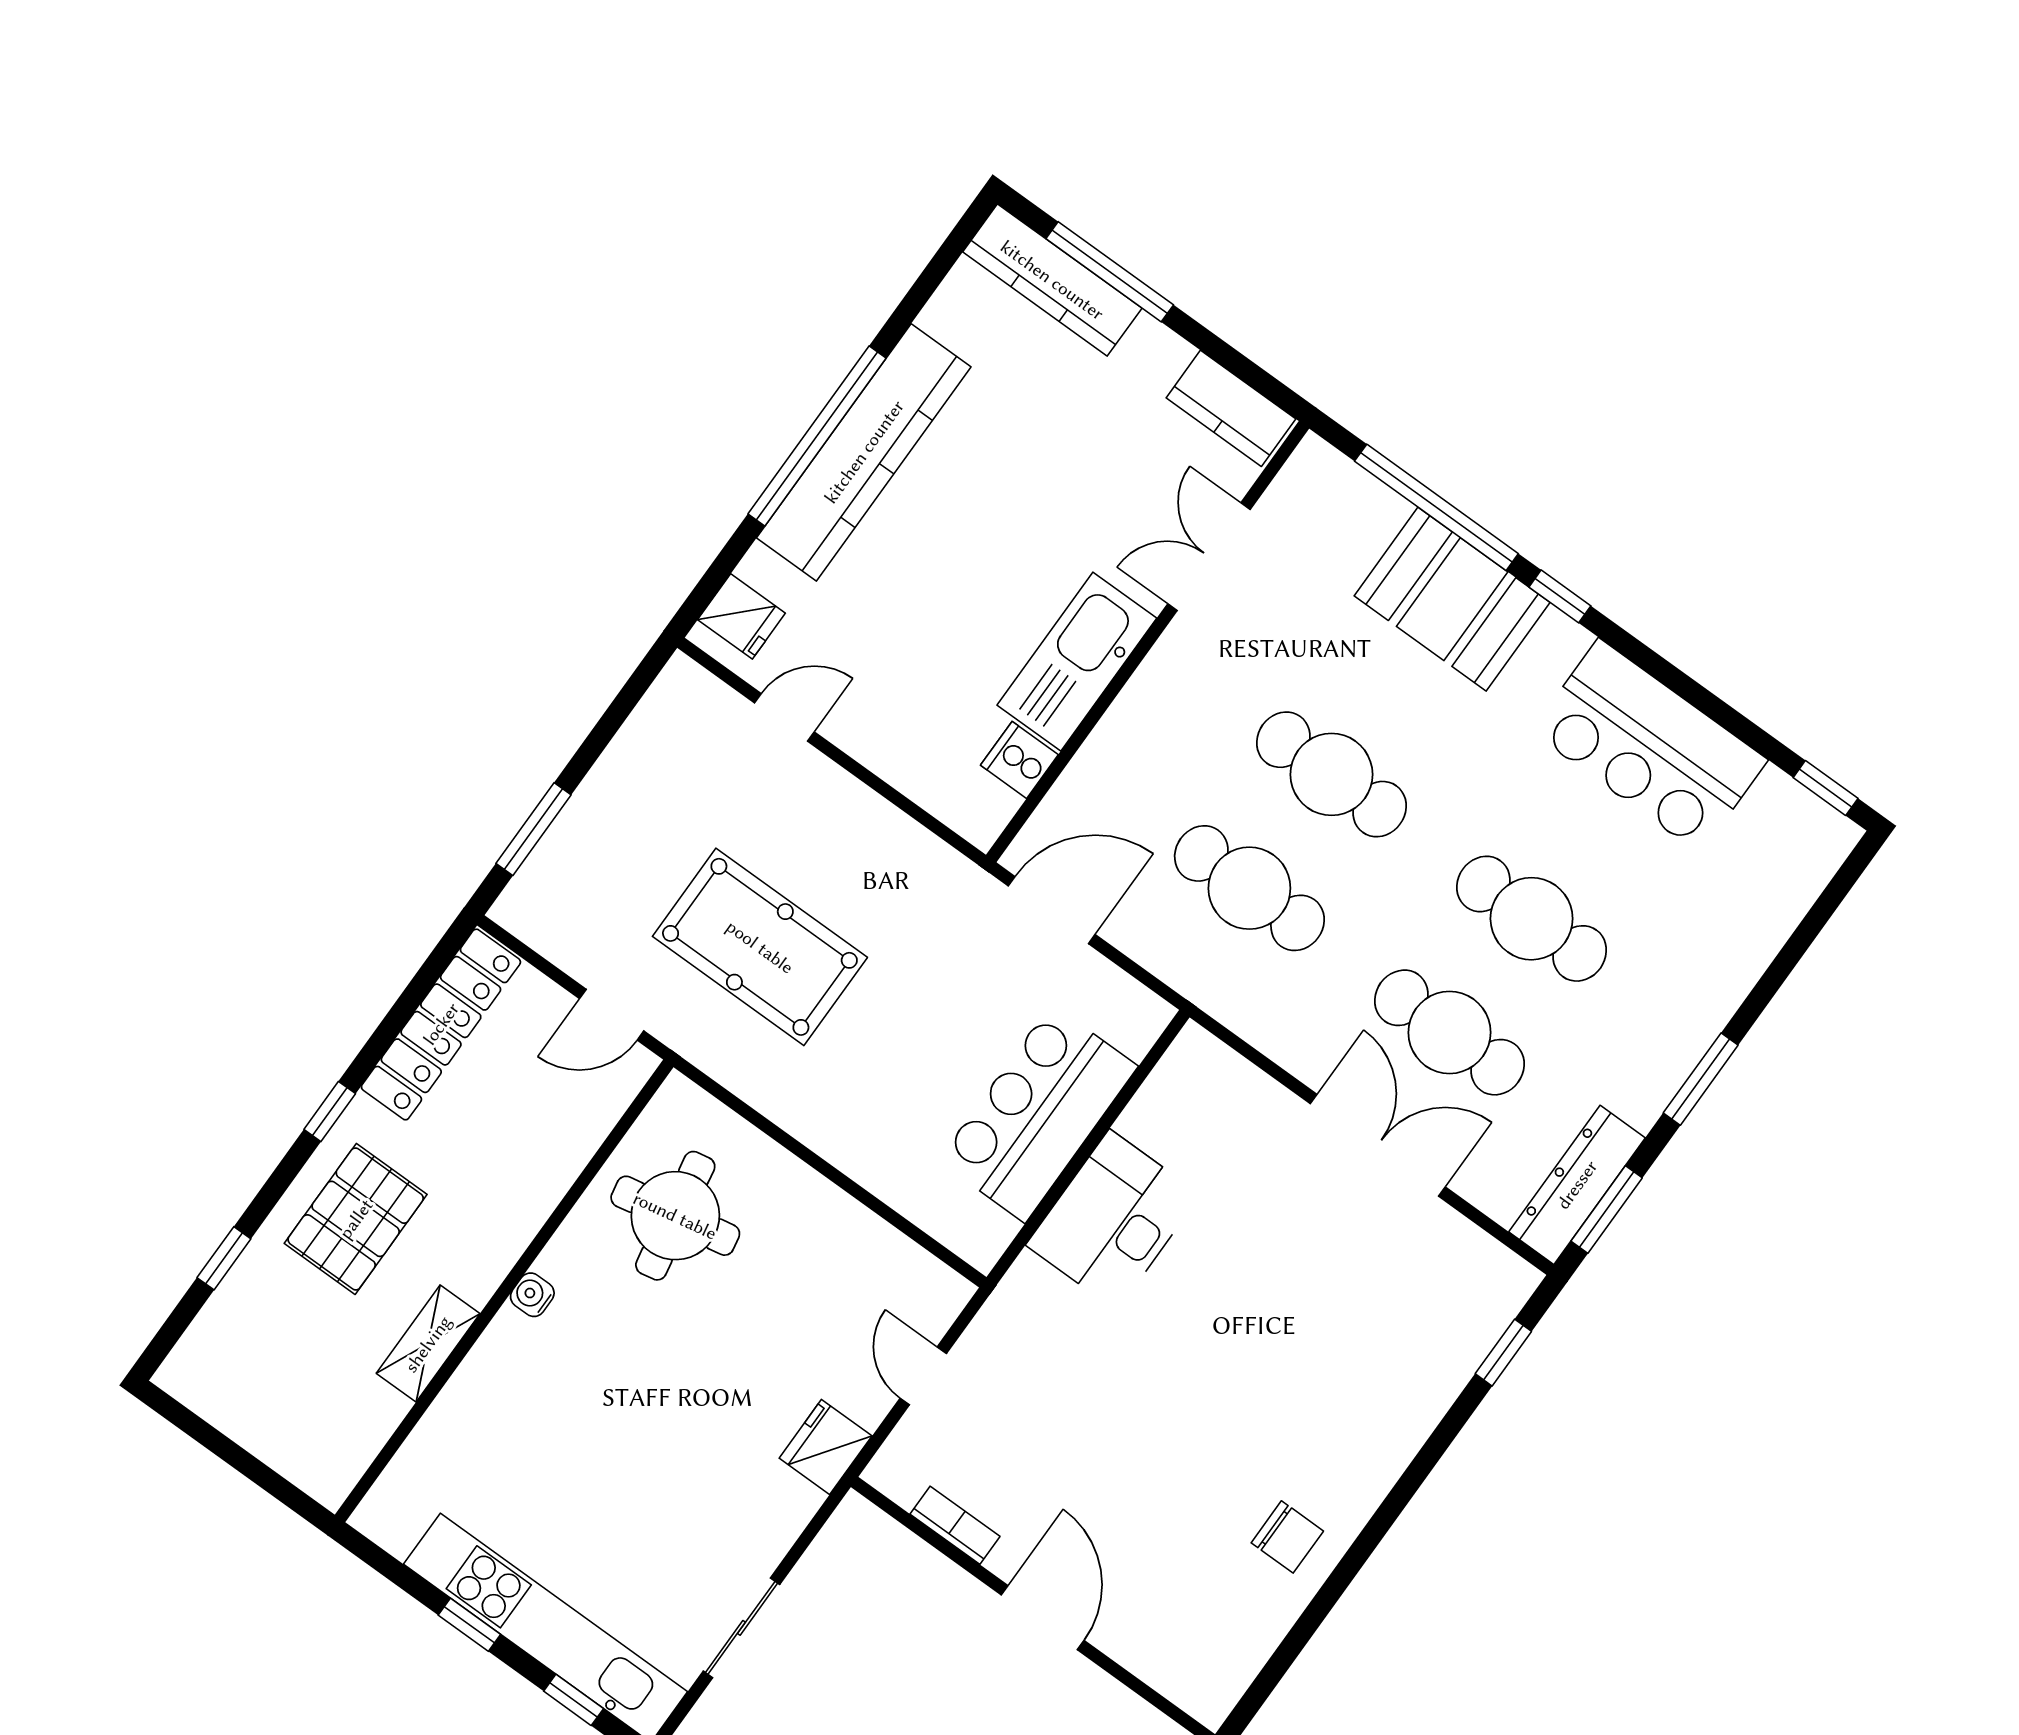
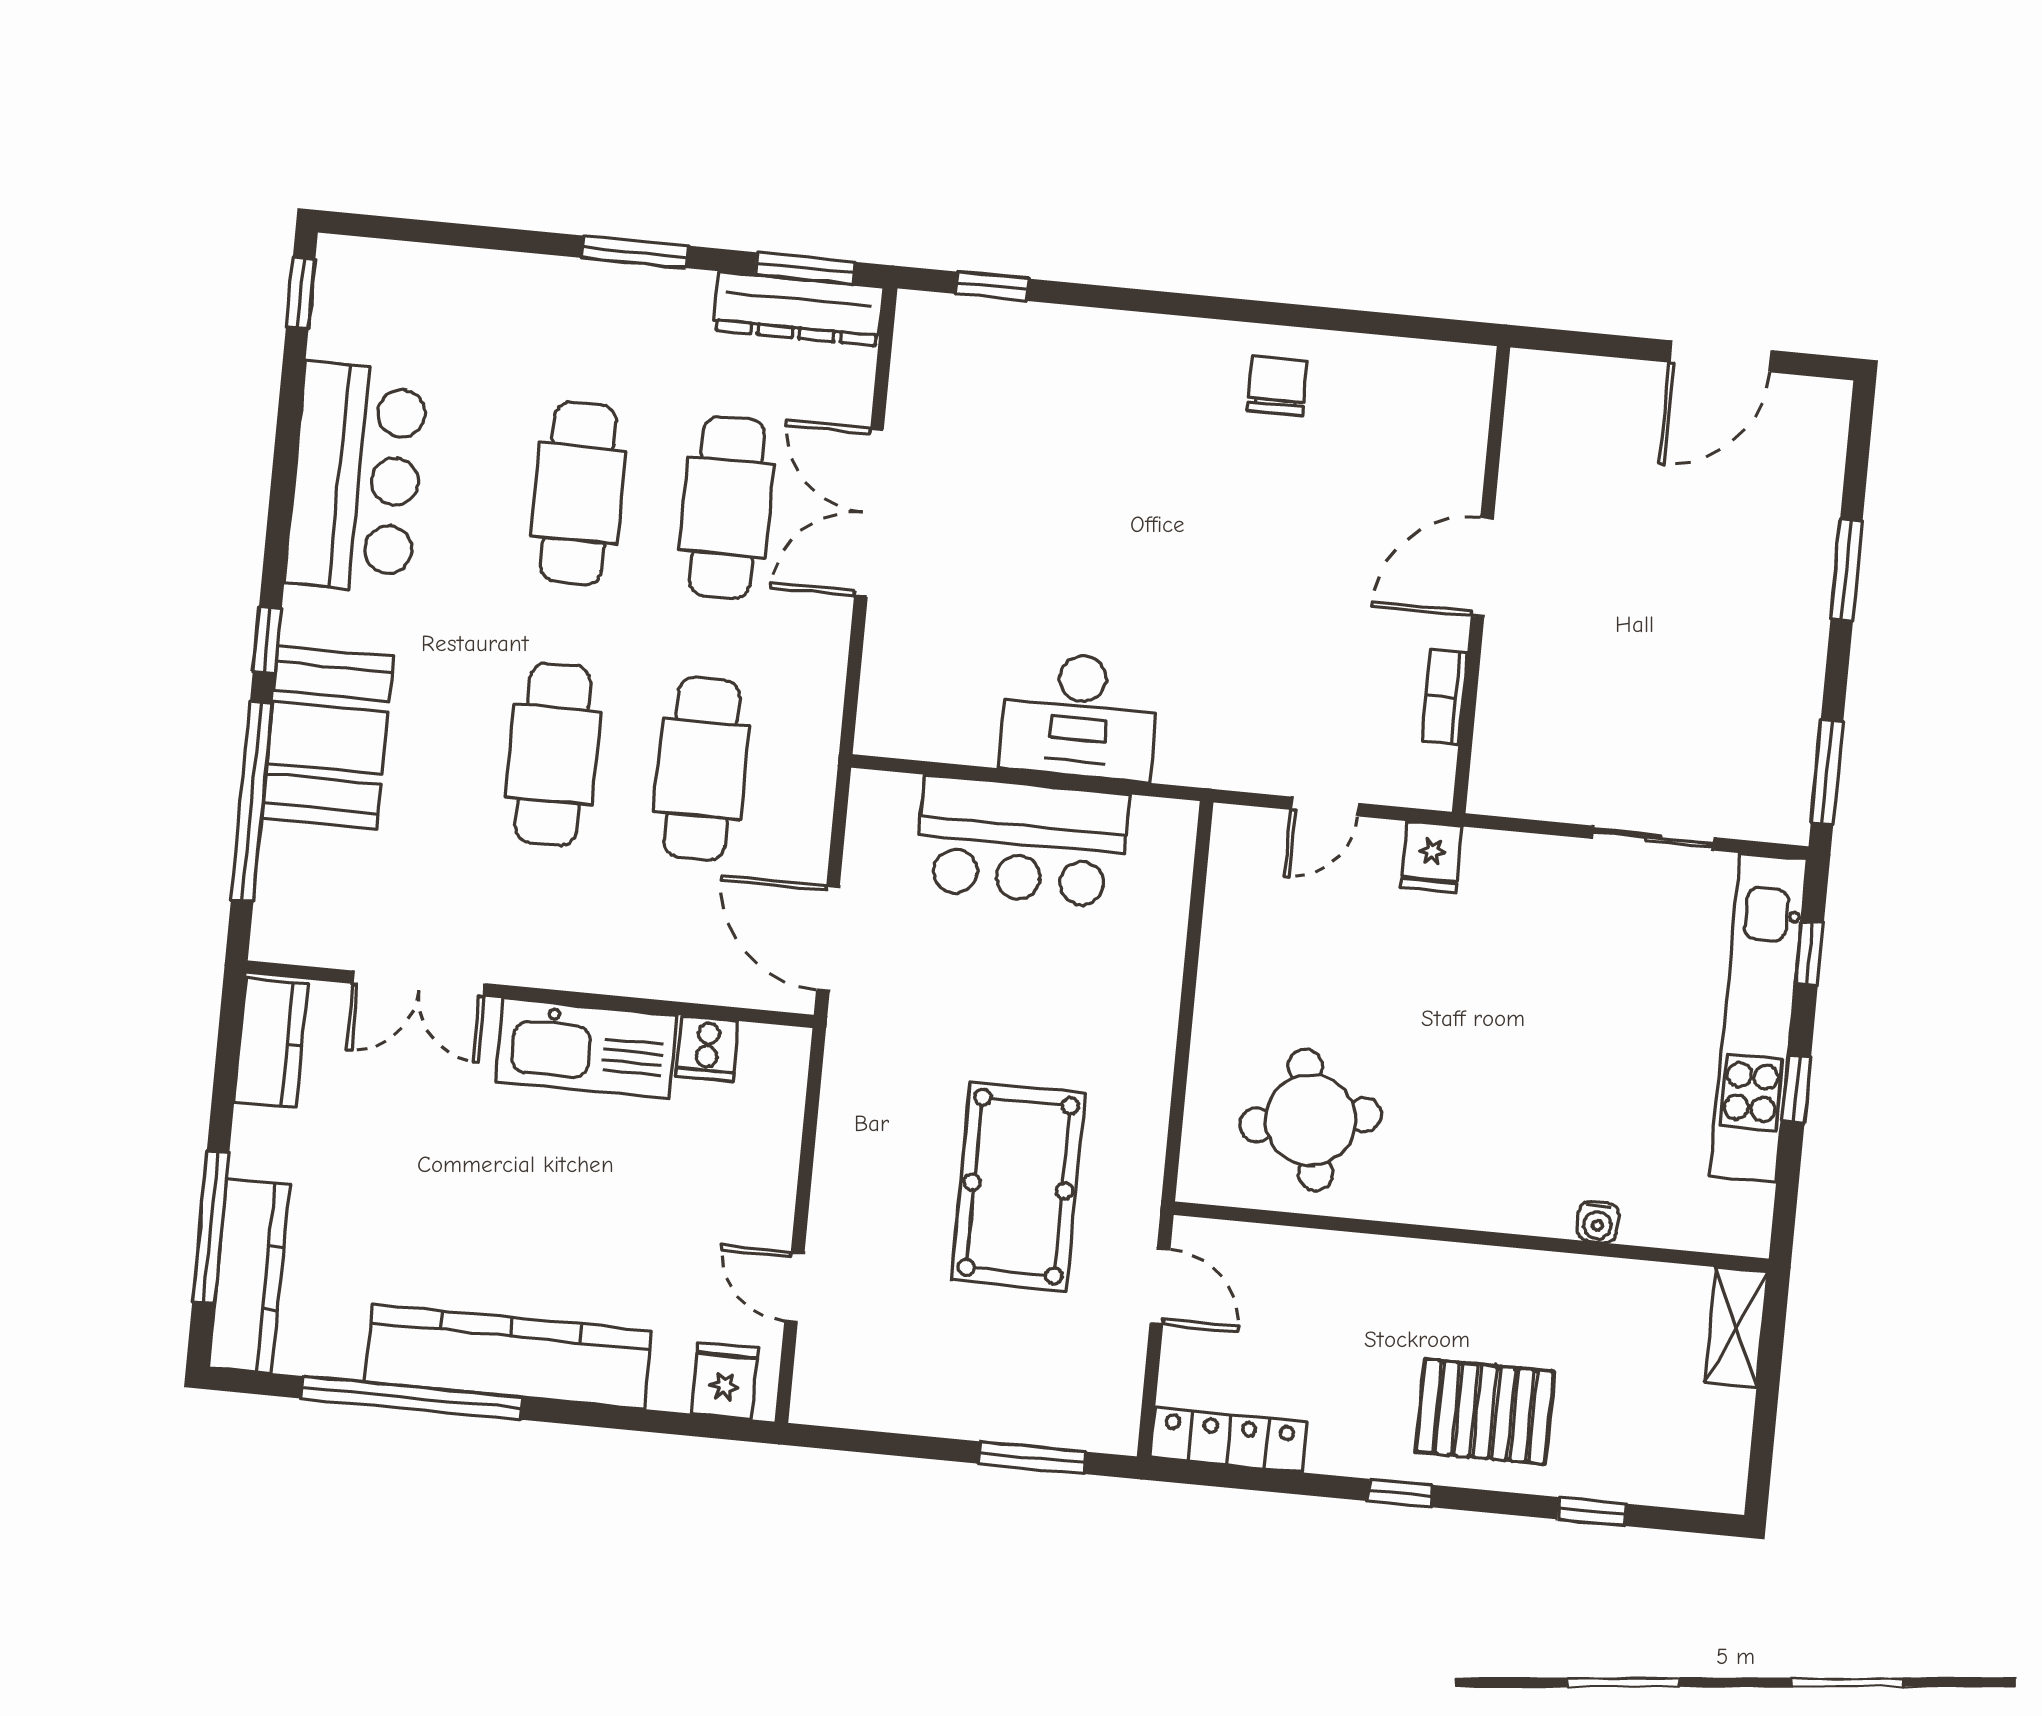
window: (817, 436) -> (412, 1398), moved
locker: (441, 1024) -> (1229, 1440), width x0.71, depth x0.83
water cooler: (532, 1295) -> (1598, 1222), moved
shelving: (428, 1344) -> (1736, 1327), moved, turned 90
fridge: (826, 1447) -> (1431, 857), width x0.72

